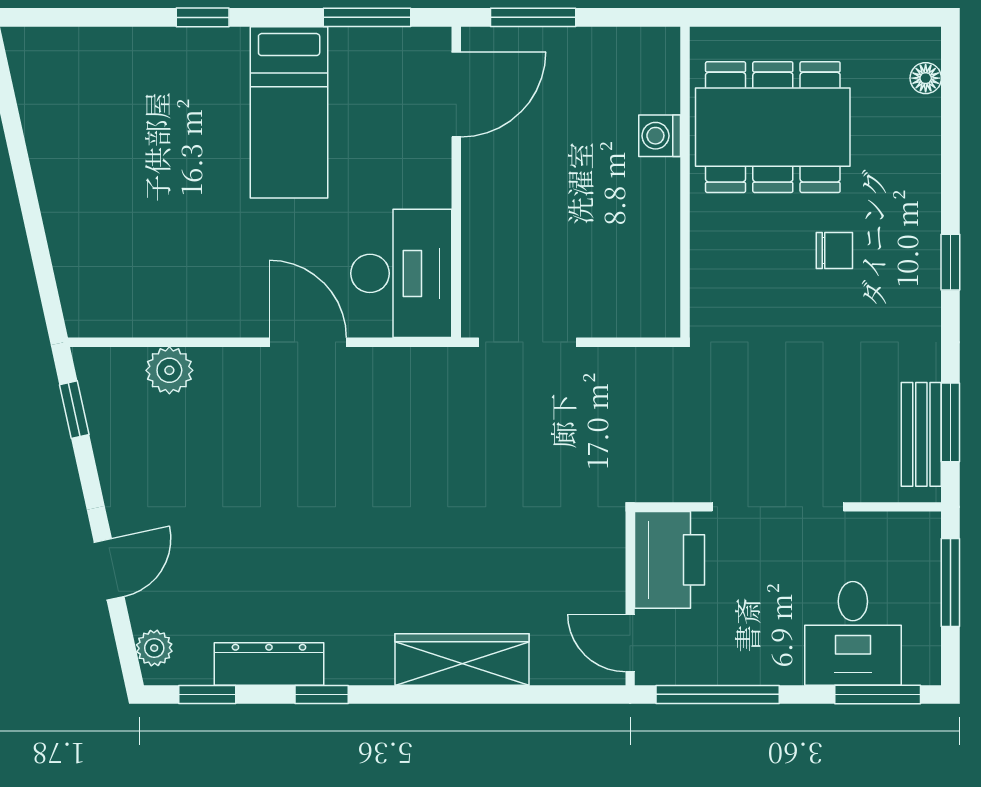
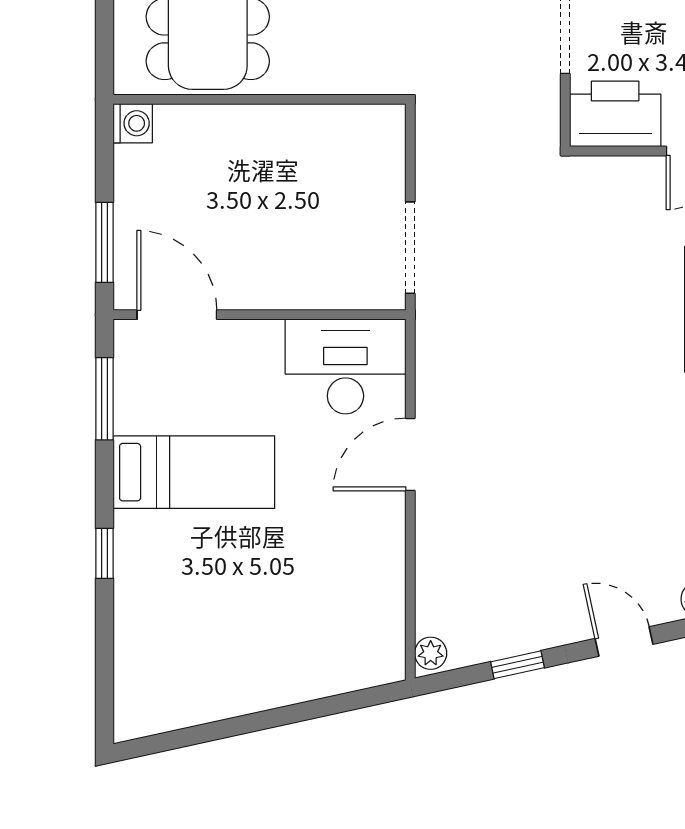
washing machine: (660, 136) -> (133, 123), moved, turned -90
plant: (169, 370) -> (431, 653), moved, width x0.73, depth x0.73
window: (74, 410) -> (518, 665), moved

